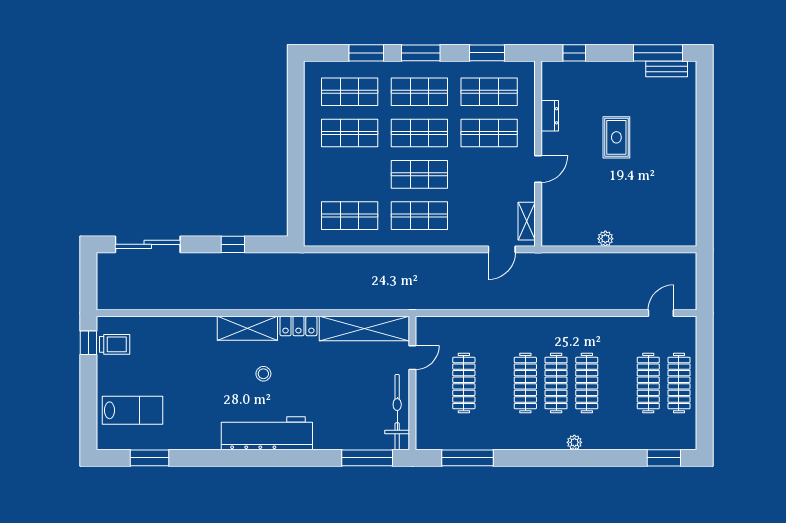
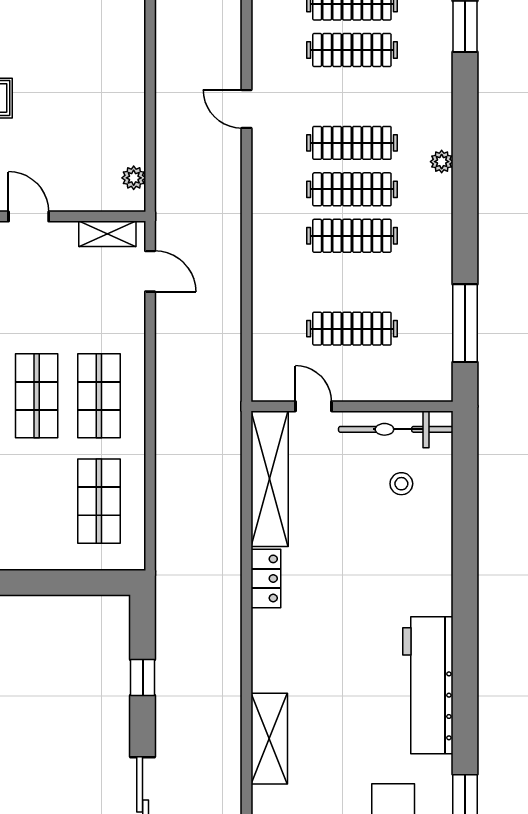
plant: (605, 239) -> (134, 178), moved
door: (661, 313) -> (247, 109), moved
shelving: (247, 328) -> (269, 739), moved
stool: (263, 374) -> (401, 484), moved
workbench: (267, 433) -> (428, 685), moved
window: (367, 458) -> (465, 475), removed

